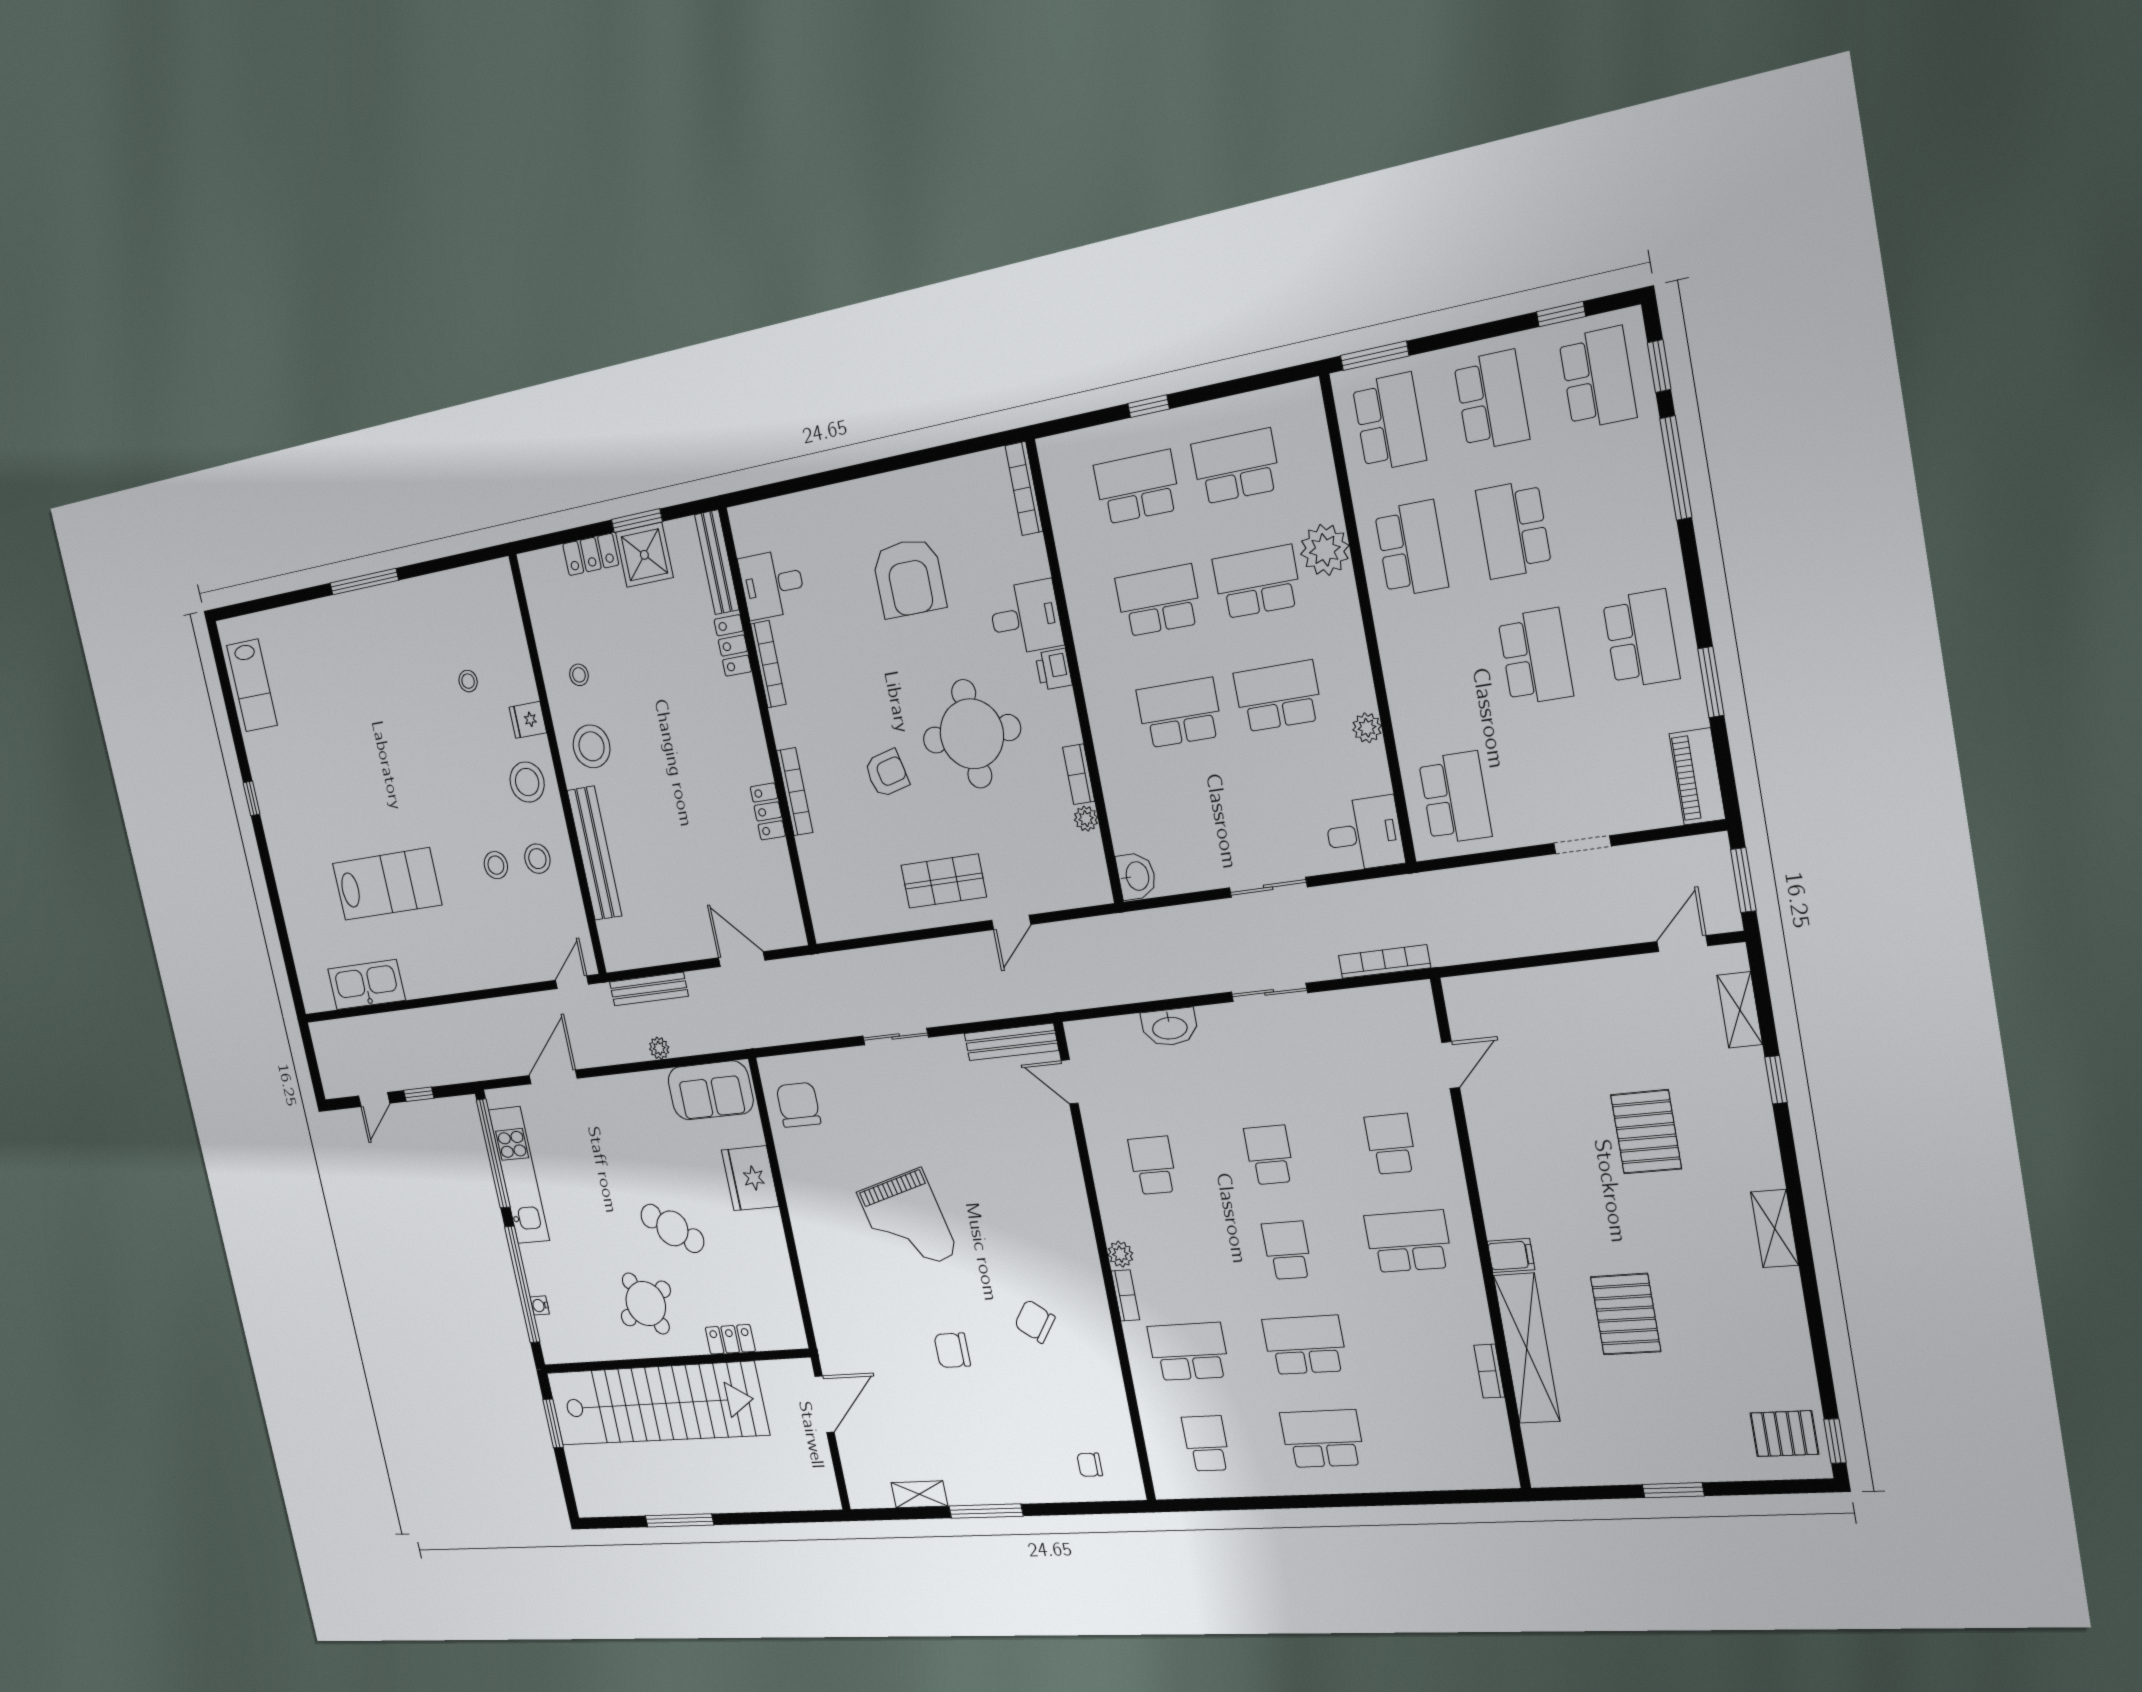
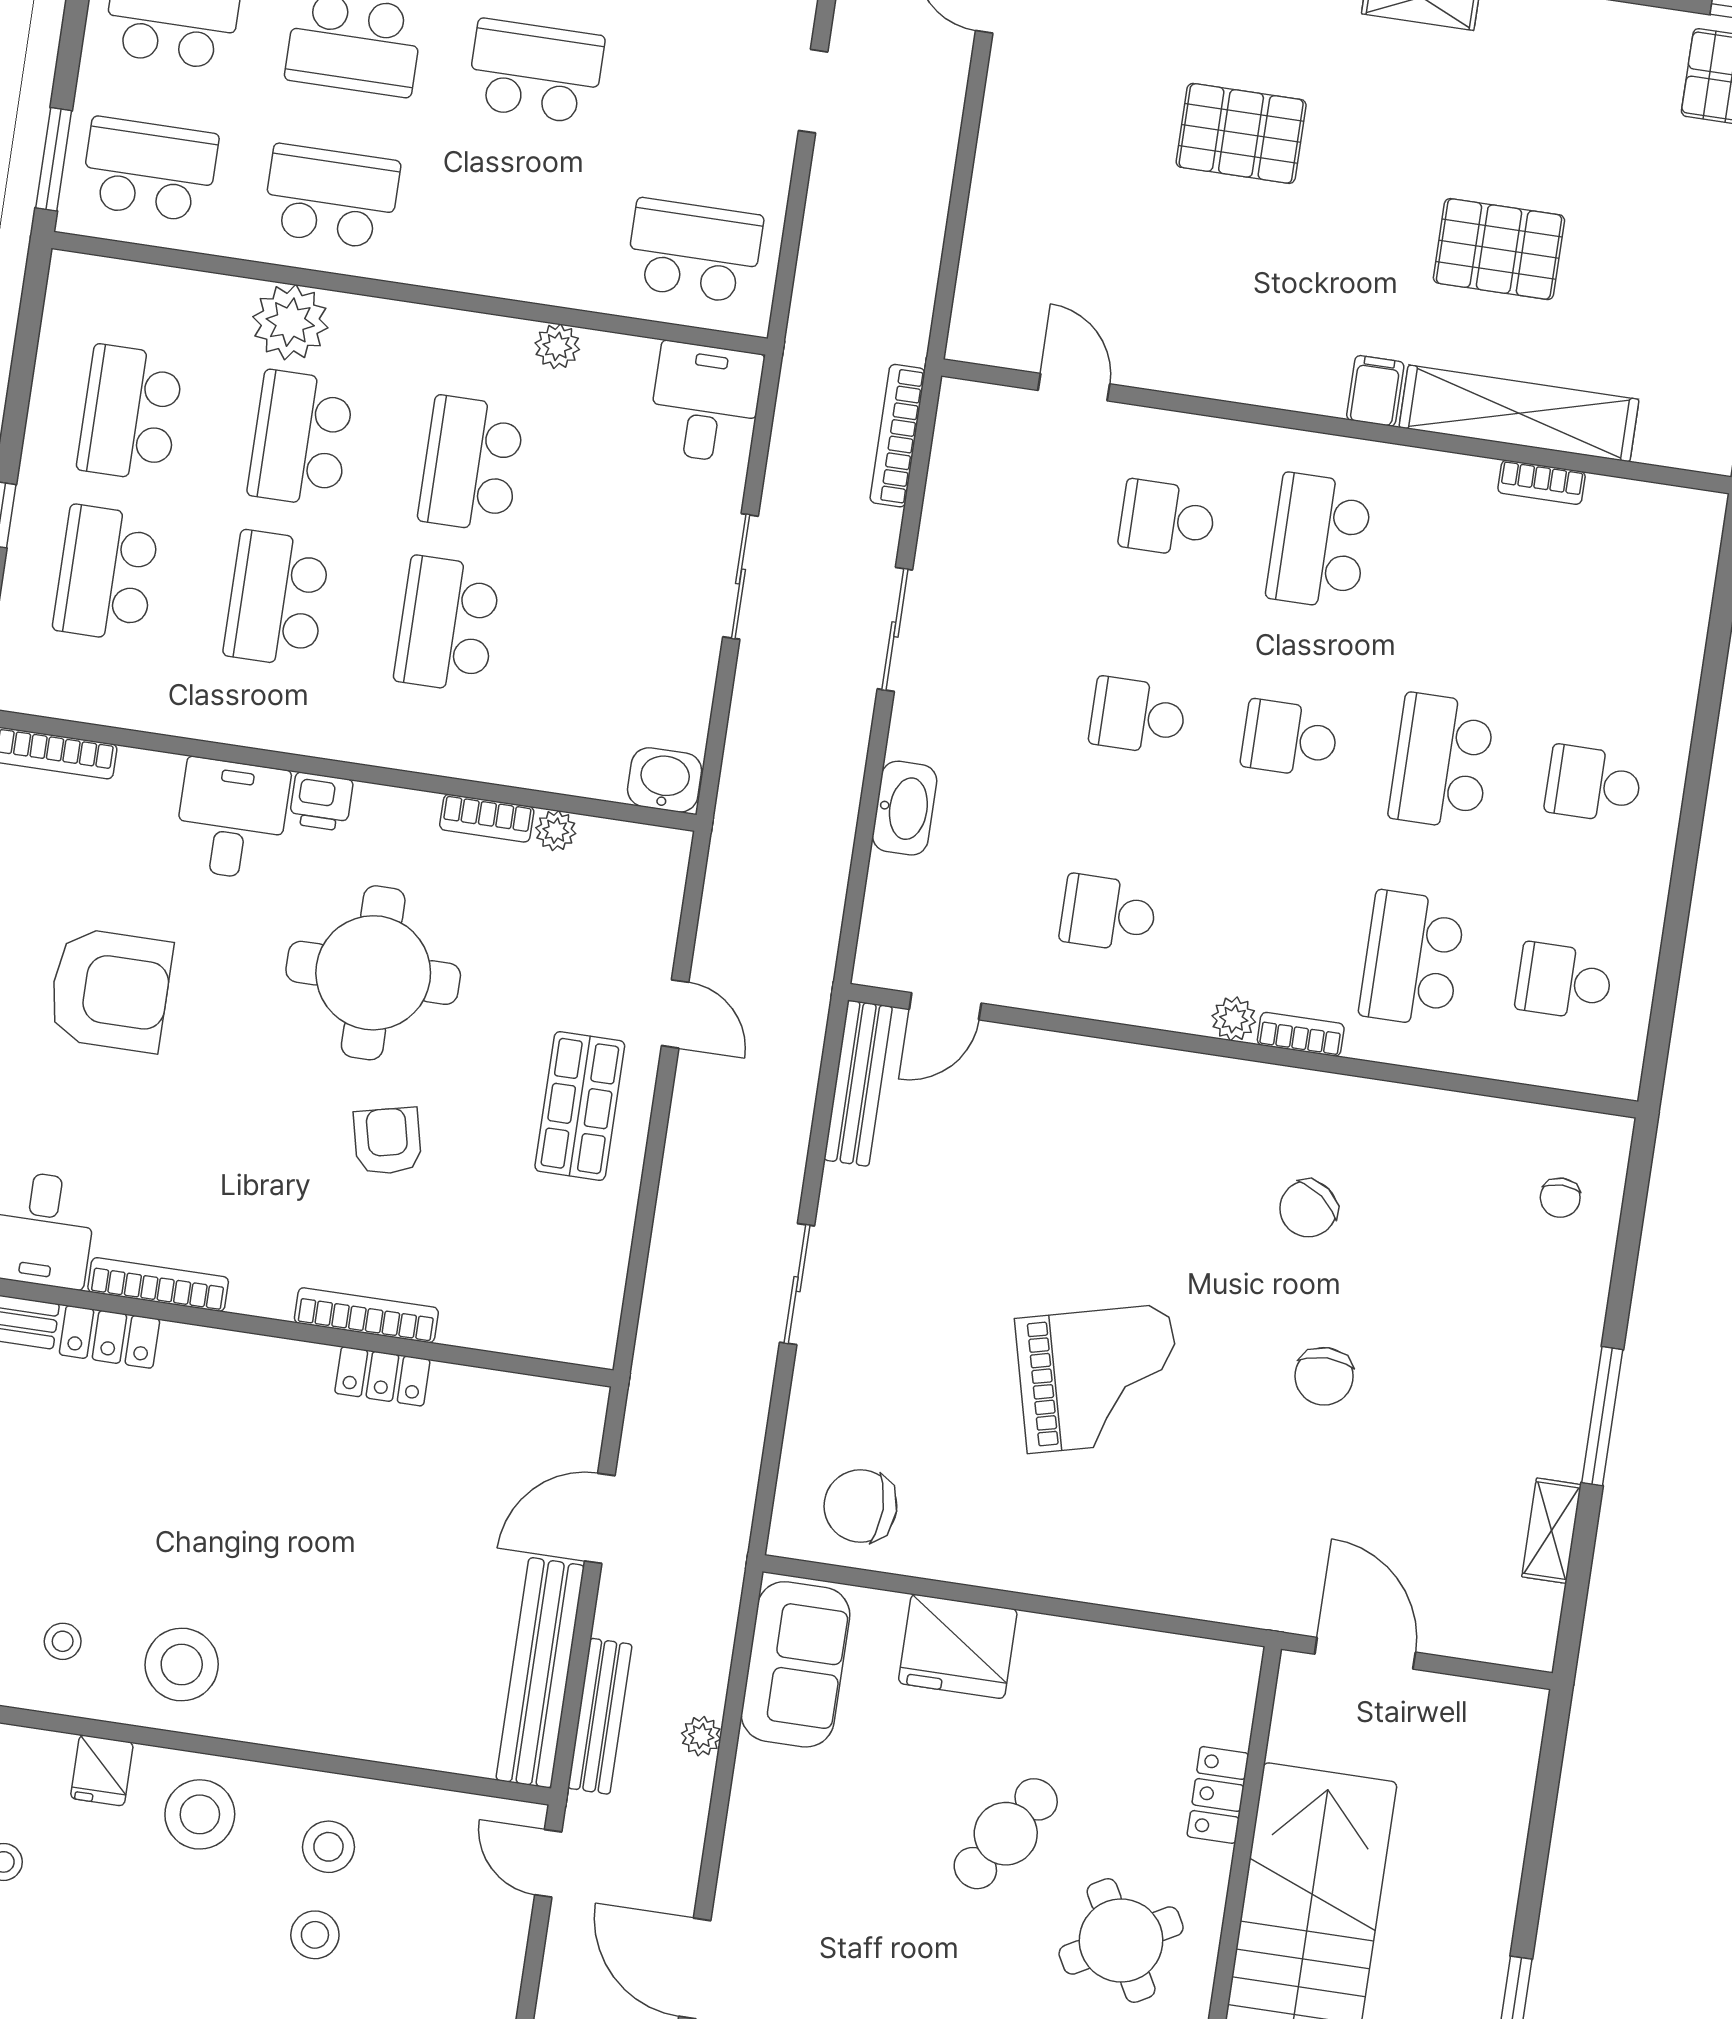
bench: (595, 853) -> (540, 1673), moved, turned 90
school desk: (1322, 1439) -> (1593, 784), width x0.54

